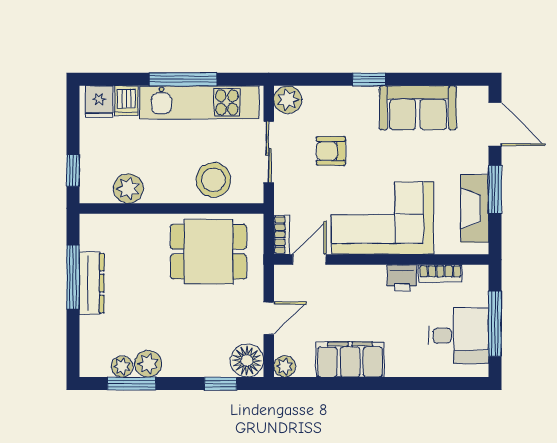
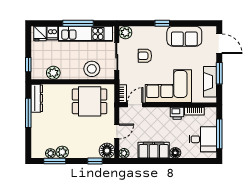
dresser: (92, 283) -> (37, 98), moved
floor lamp: (398, 365) -> (175, 153), added

